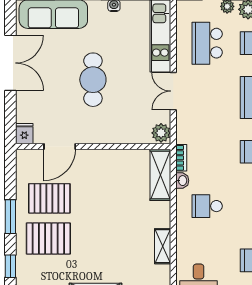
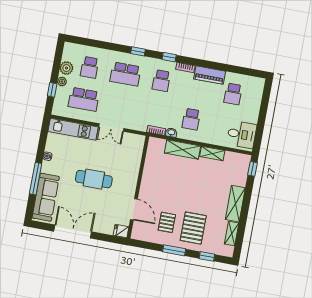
plant: (161, 133) -> (137, 141), removed
shelving: (160, 175) -> (183, 150), moved
pallet: (49, 198) -> (167, 222), width x0.67, depth x0.71

